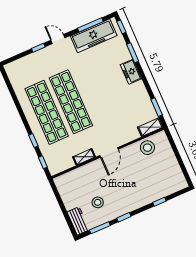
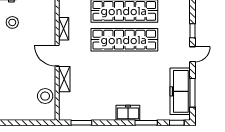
shelving: (150, 127) -> (64, 79), moved

